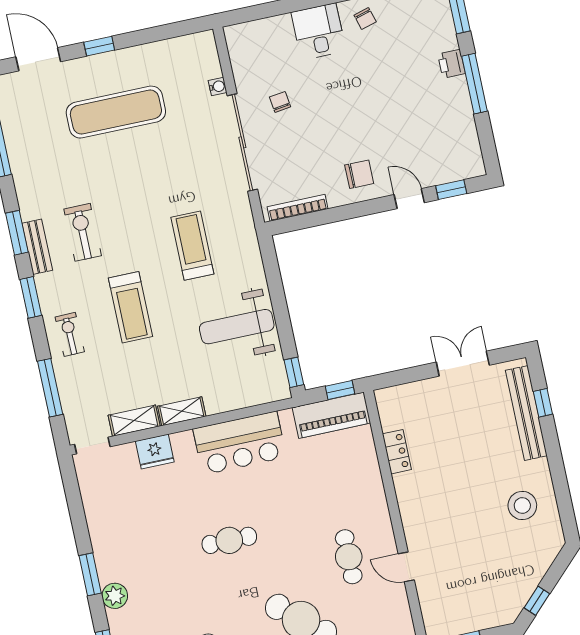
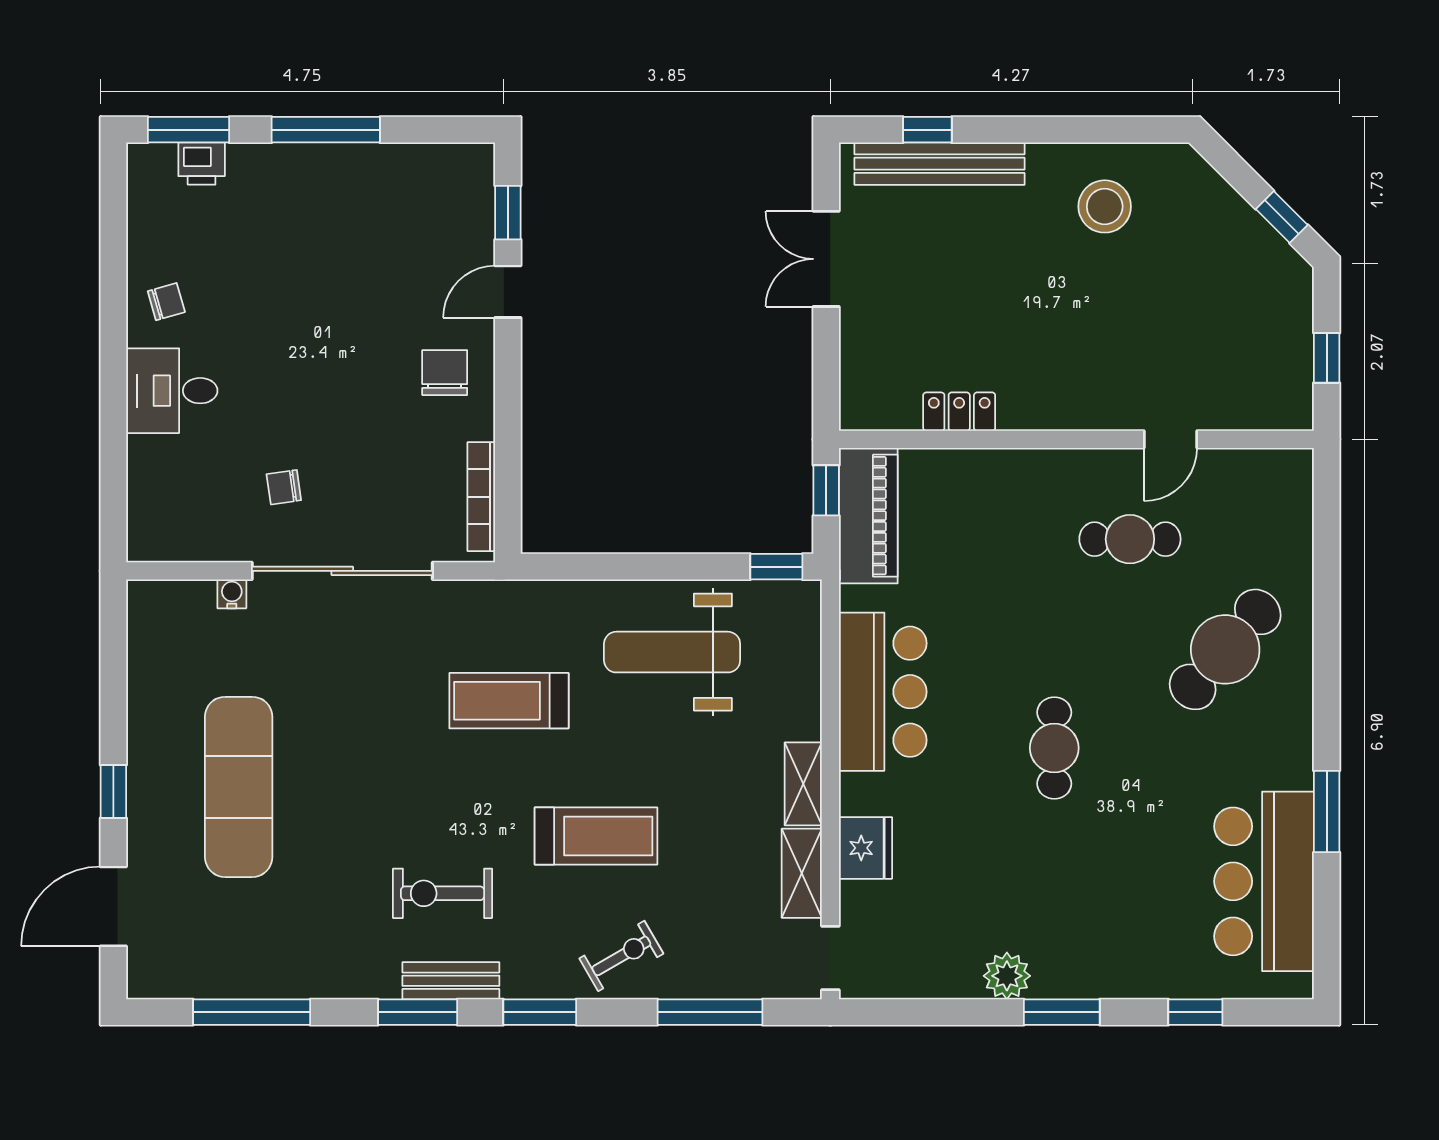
printer: (451, 64) -> (202, 164), moved
weight bench: (237, 327) -> (672, 652), turned 90
exercise bike: (70, 334) -> (621, 956), turned 151
plant: (115, 596) -> (1007, 976), moved

